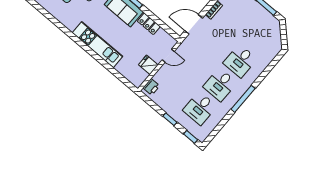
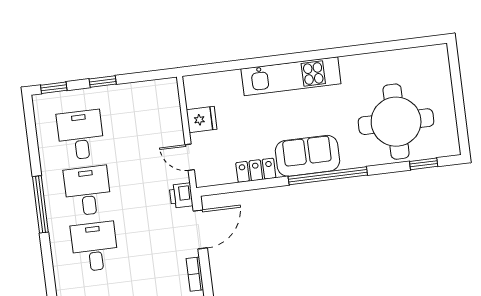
door: (168, 56) -> (190, 157), hinge flipped
printer: (151, 87) -> (181, 196), moved

